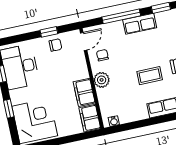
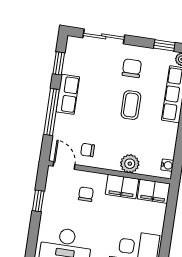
chair: (55, 45) -> (86, 194), moved
plant: (102, 80) -> (130, 164), moved

